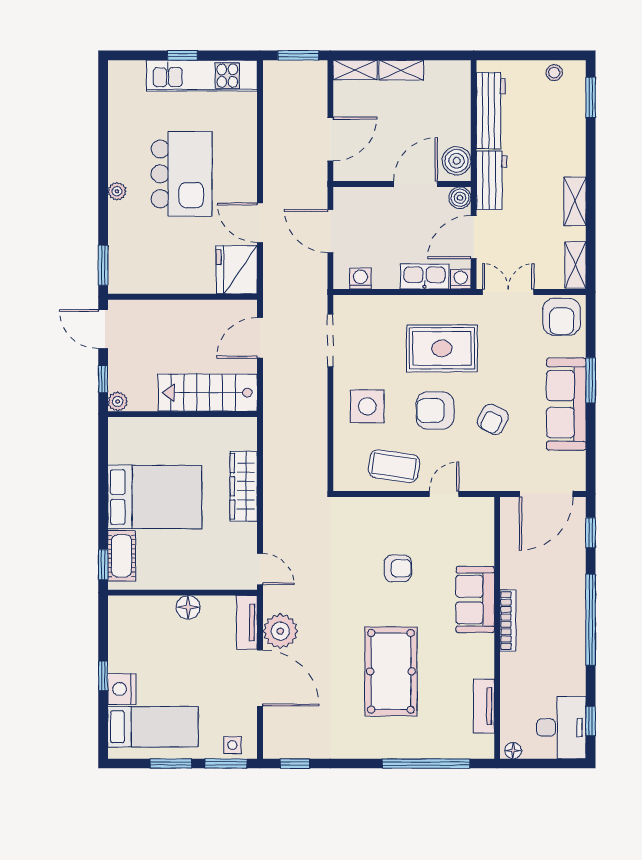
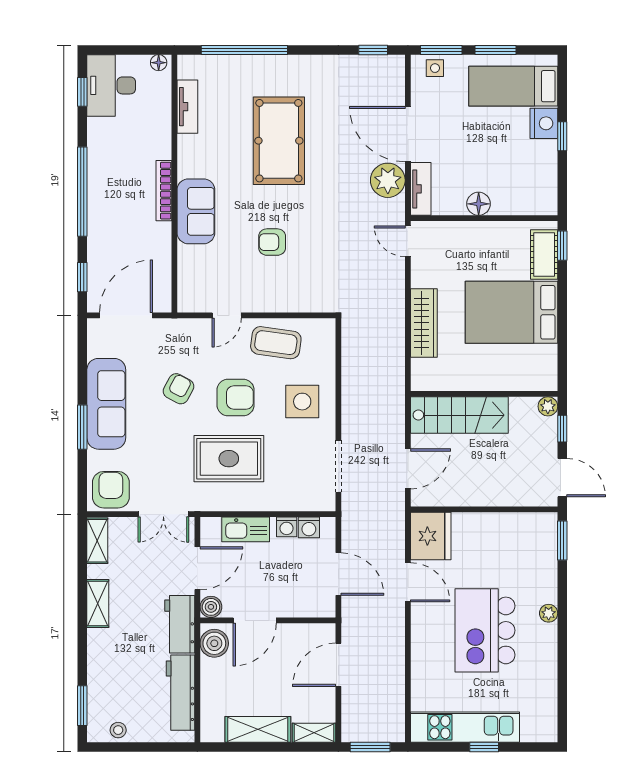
shelving: (401, 70) -> (258, 729), width x1.50, depth x1.33
washing machine: (461, 279) -> (287, 527), moved

